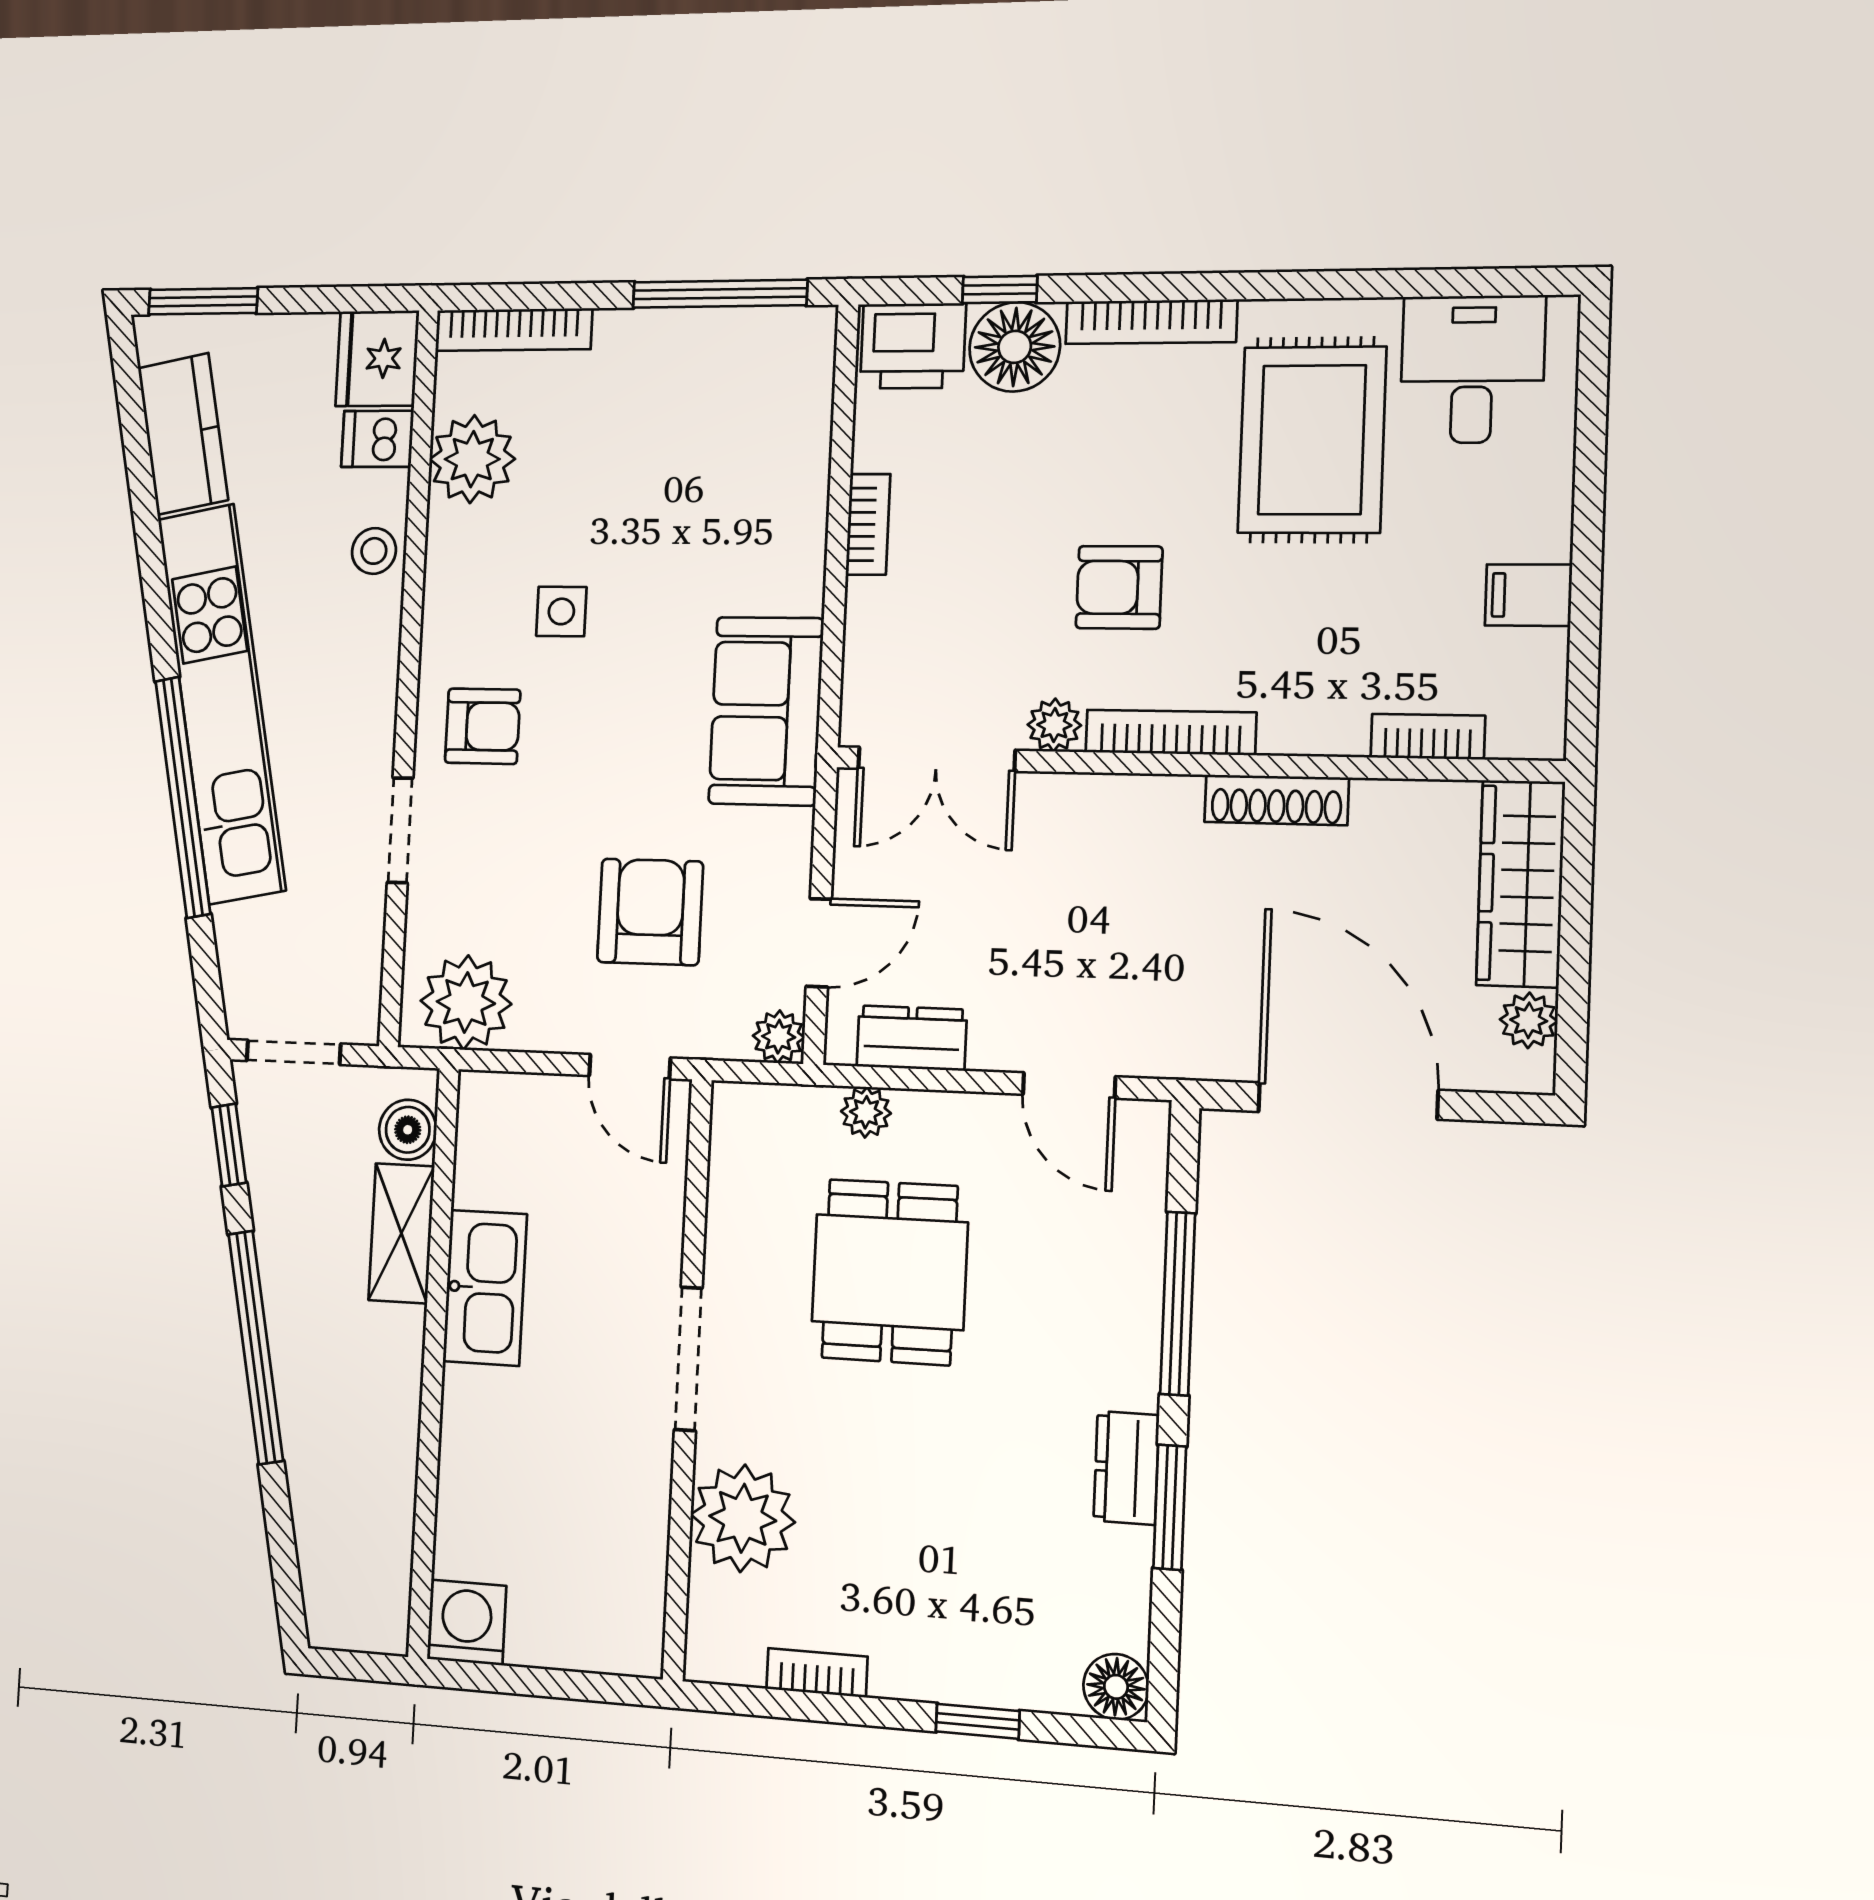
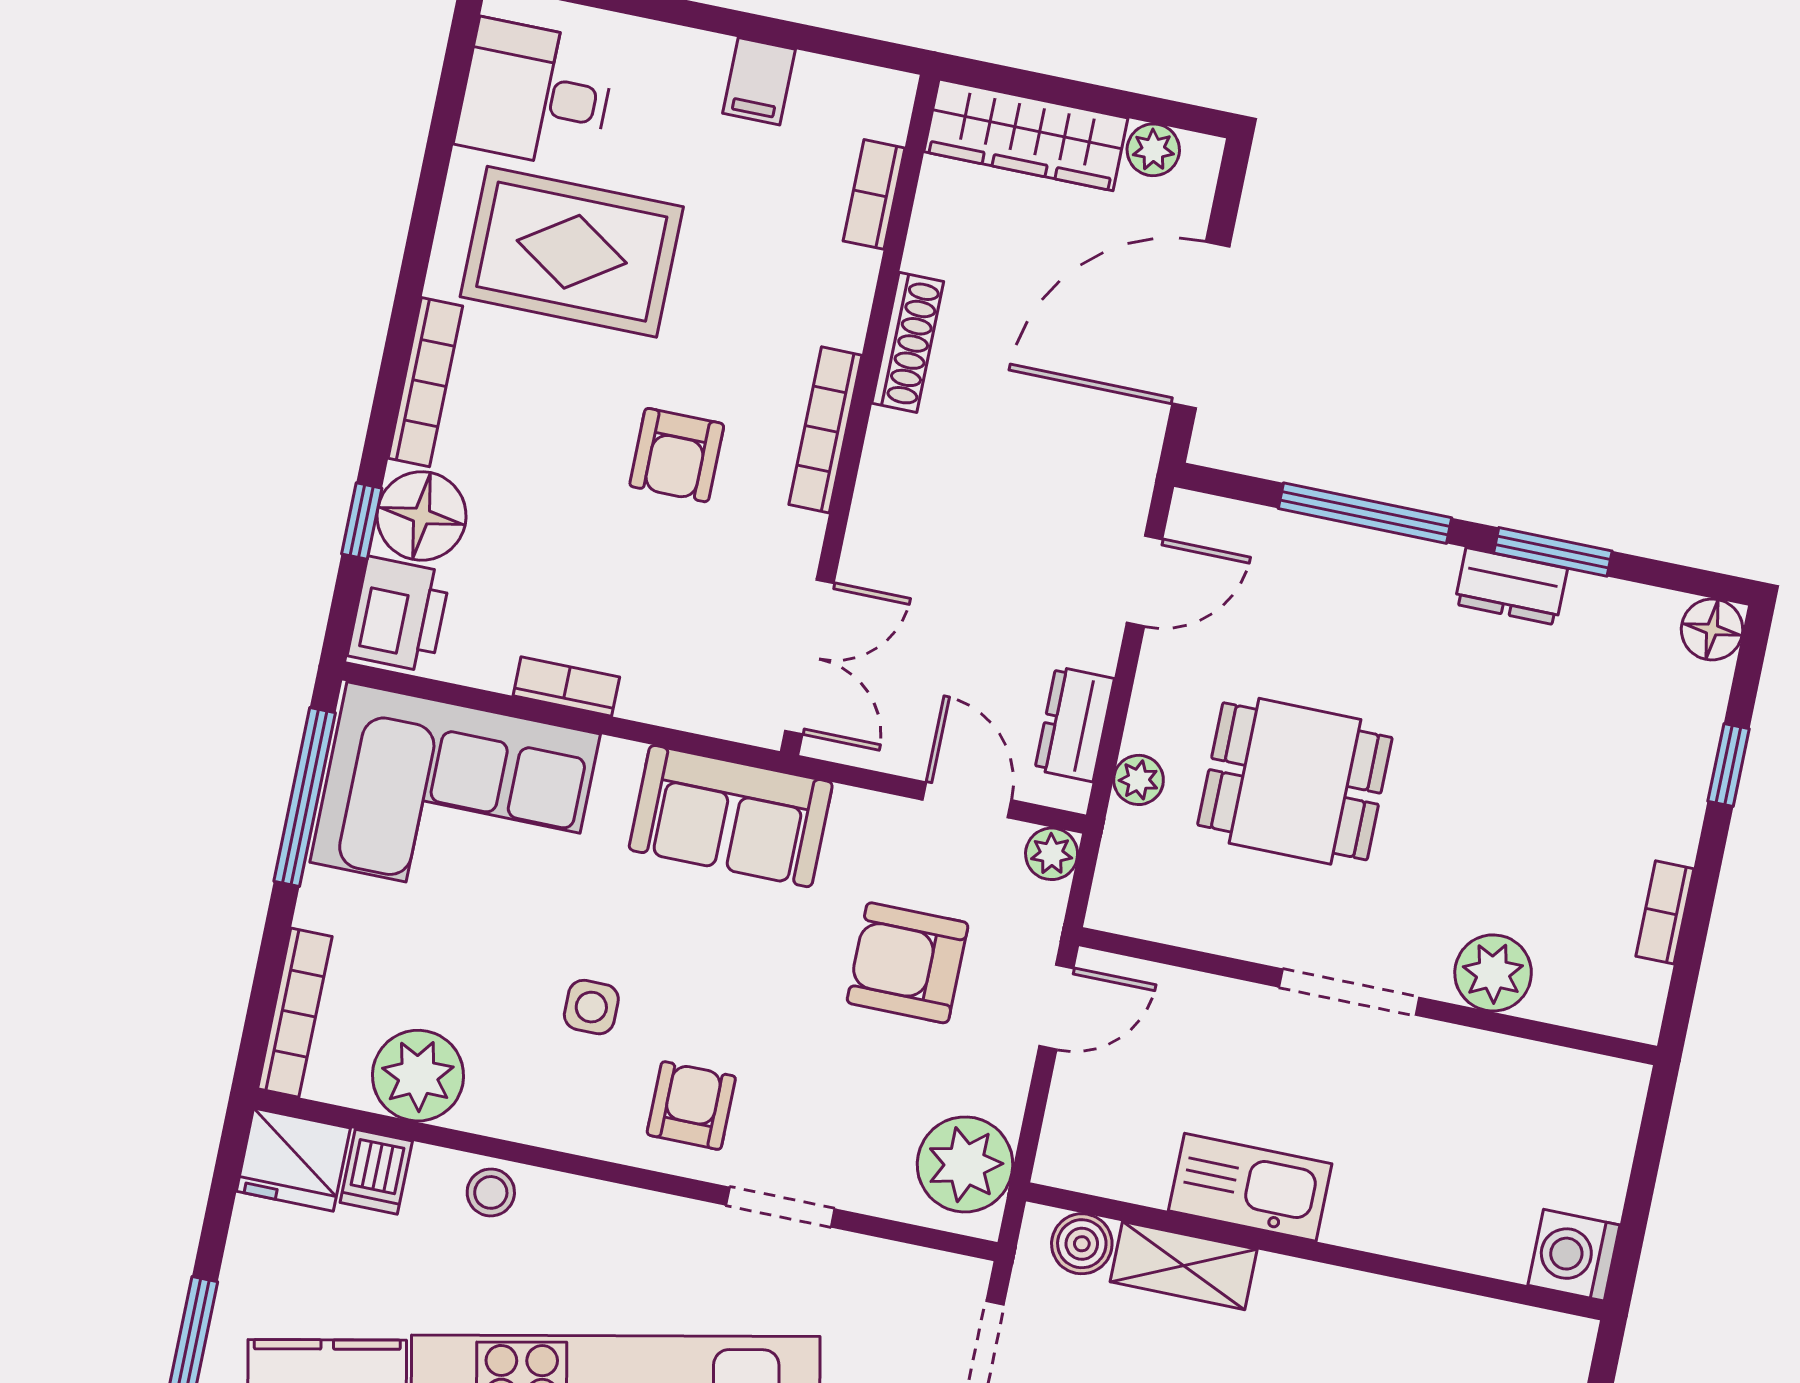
corner sofa: (741, 439) -> (455, 798), added
plant: (1054, 725) -> (797, 538), removed
plant: (743, 1518) -> (1493, 973), width x0.73, depth x0.73

